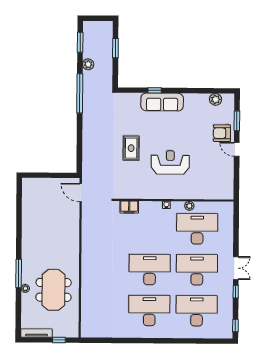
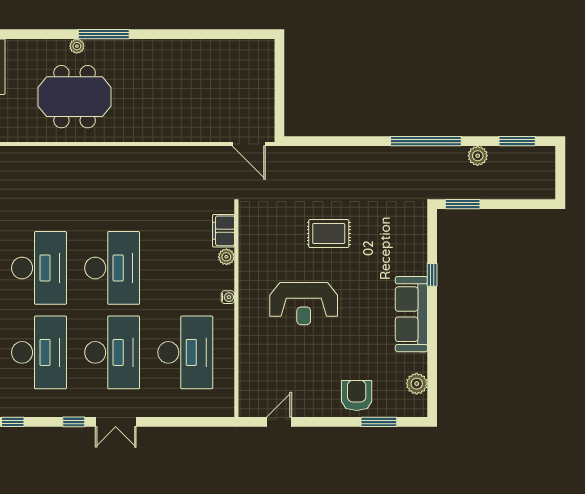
window: (115, 48) -> (463, 204), moved
sofa: (162, 102) -> (411, 314), moved
door: (237, 149) -> (279, 422), moved
reception desk: (170, 162) -> (304, 304), turned 90
door: (81, 193) -> (249, 144), swing flipped
plant: (189, 206) -> (226, 257), moved

